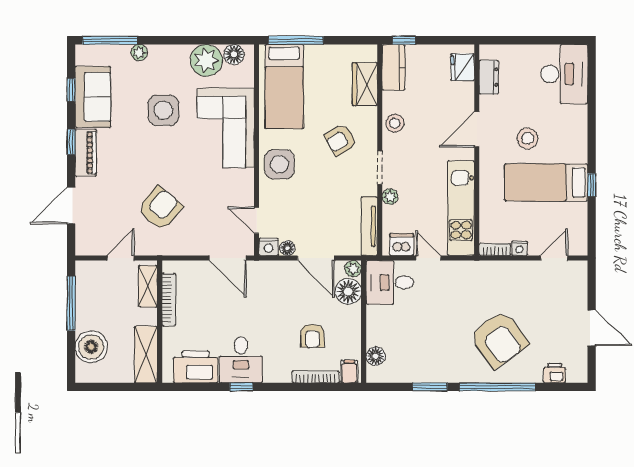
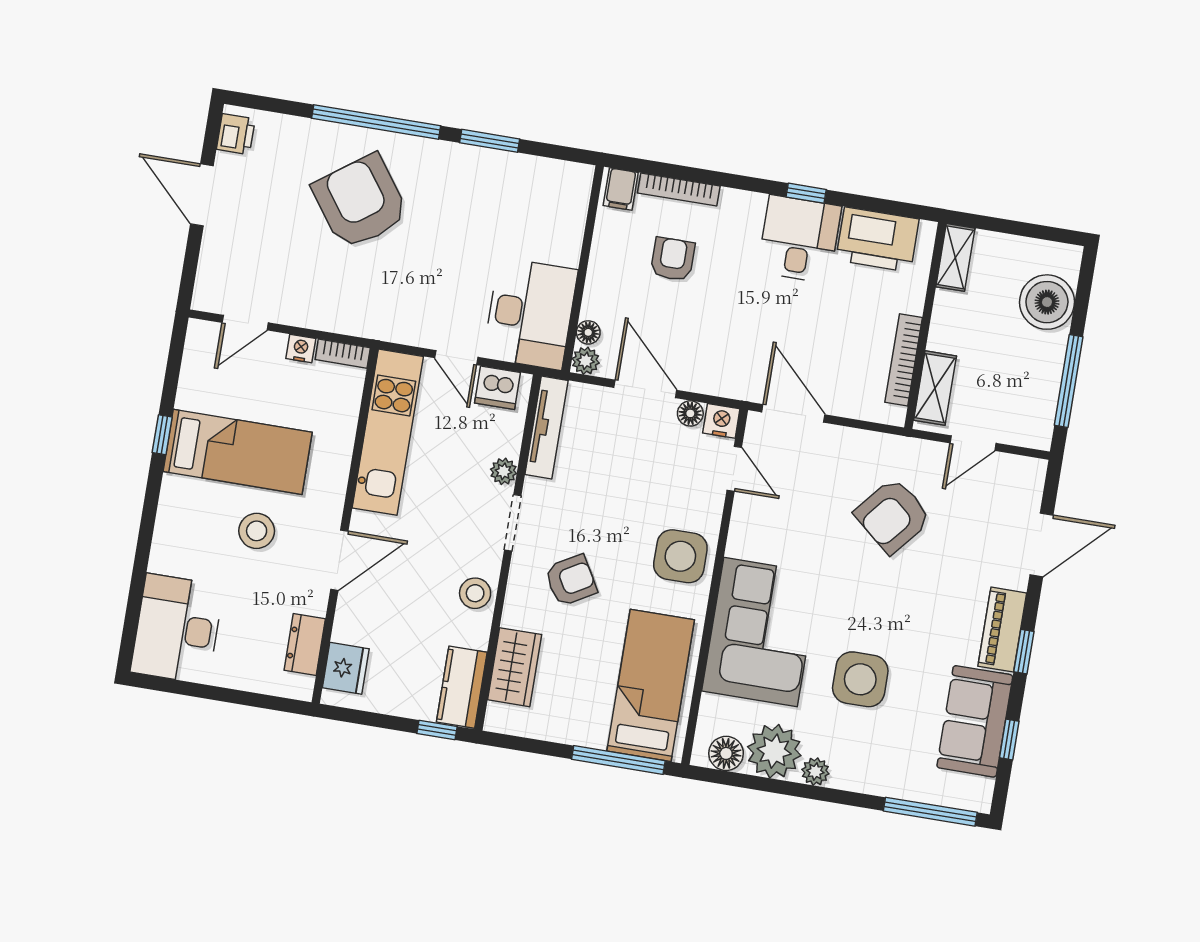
plant: (139, 52) -> (815, 772), moved
desk: (390, 282) -> (530, 314), width x1.37
floor lamp: (348, 291) -> (588, 332), width x0.53, depth x0.53
shelving: (146, 355) -> (955, 257), width x0.67, depth x0.75
floor lamp: (376, 356) -> (572, 208), removed
printer: (555, 373) -> (236, 134), moved, turned -90

